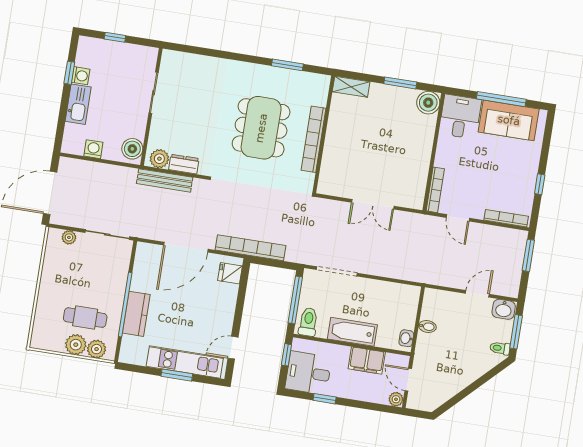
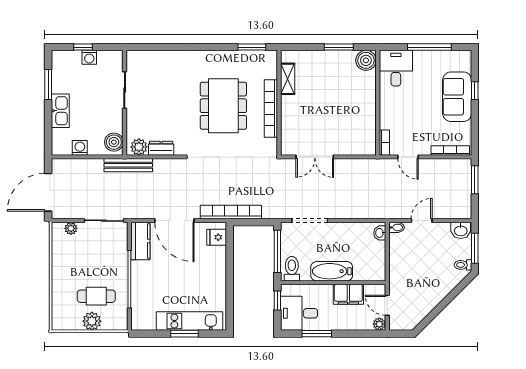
window: (287, 65) -> (252, 47), moved
window: (69, 73) -> (48, 85), width x1.50
washing machine: (81, 76) -> (89, 57), moved, turned 90
shelving: (351, 87) -> (288, 79), moved, turned 90
sofa: (509, 120) -> (457, 97), moved, turned 90
bench: (165, 180) -> (128, 165), moved
window: (540, 184) -> (475, 91), moved
bookcase: (435, 190) -> (384, 143), width x0.64
double door: (373, 204) -> (315, 157), moved
door: (186, 247) -> (174, 221), hinge flipped
door: (477, 294) -> (422, 221), moved
kitchen counter: (136, 314) -> (140, 241), moved
bidet: (427, 326) -> (397, 227), moved
washbasin: (406, 338) -> (380, 233), moved
door: (233, 348) -> (230, 302), removed
plant: (97, 349) -> (111, 322), removed
window: (325, 399) -> (317, 334), width x1.50

